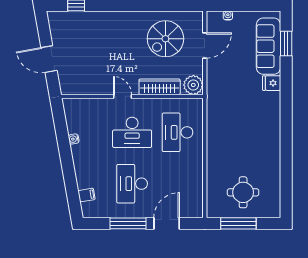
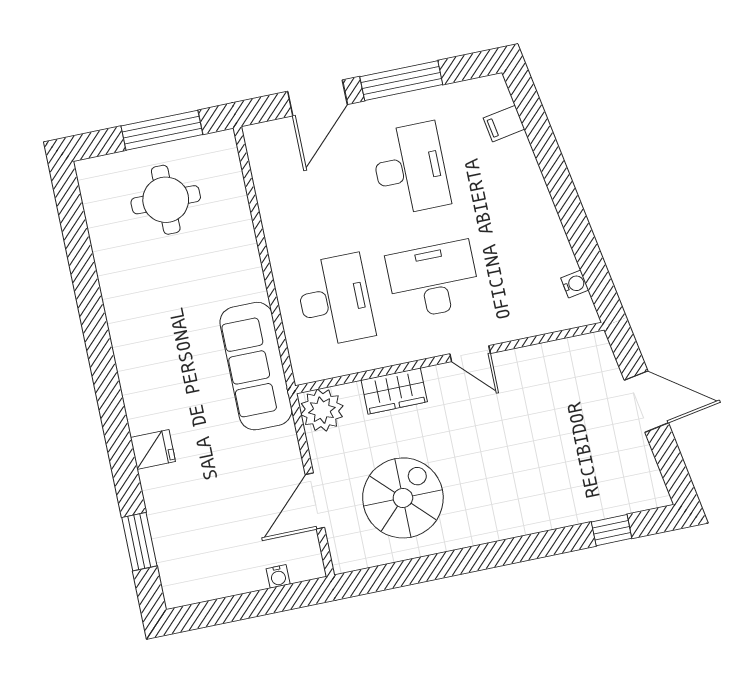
sofa: (268, 46) -> (256, 366), moved, turned 180
wardrobe: (160, 87) -> (394, 391), width x0.67
water cooler: (74, 139) -> (575, 284), moved

